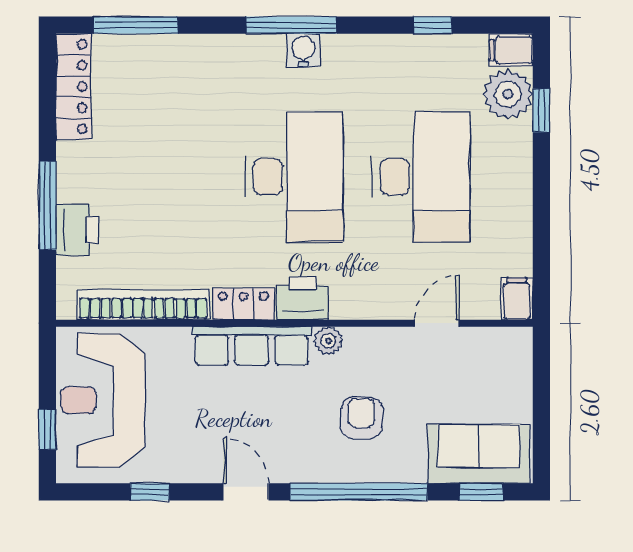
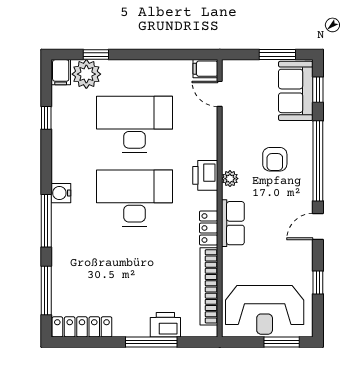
window: (291, 25) -> (46, 221), moved
printer: (303, 298) -> (205, 175), moved
door: (437, 323) -> (220, 94), moved
row of seats: (252, 346) -> (233, 223), width x0.68
armchair: (361, 418) -> (275, 159), turned -90
window: (541, 422) -> (277, 55), added
window: (47, 429) -> (282, 342), width x1.50

